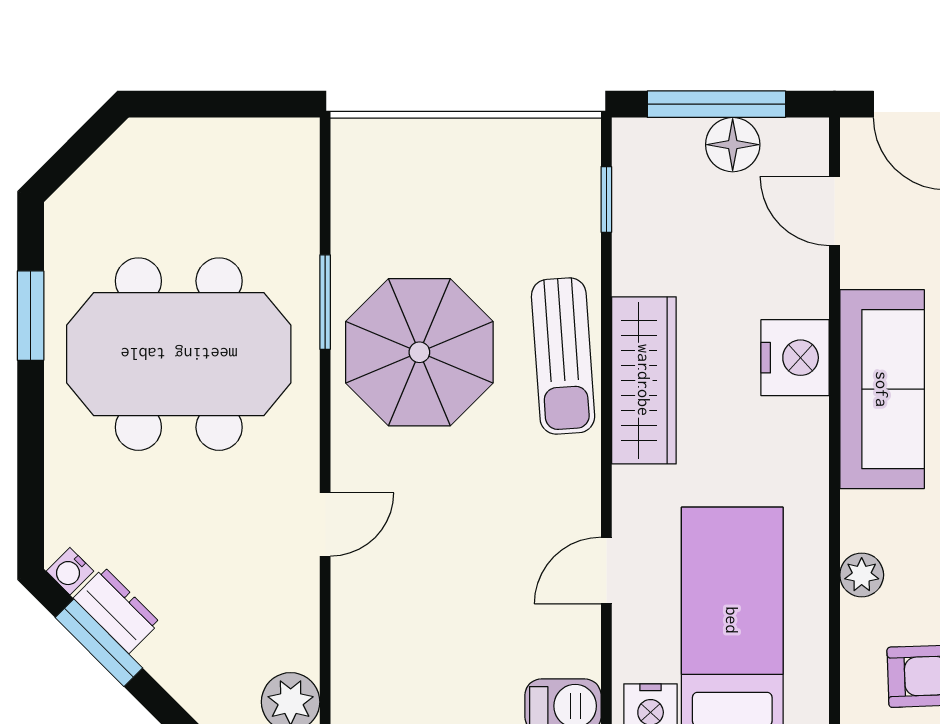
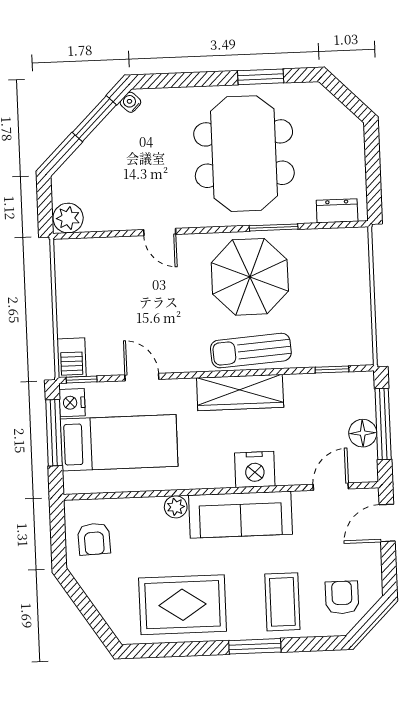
plant: (862, 575) -> (176, 507), moved
dresser: (117, 610) -> (337, 211), moved, turned -135
window: (606, 688) -> (82, 380), added

